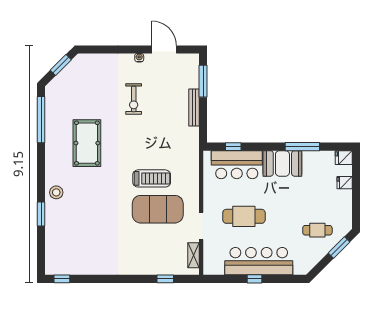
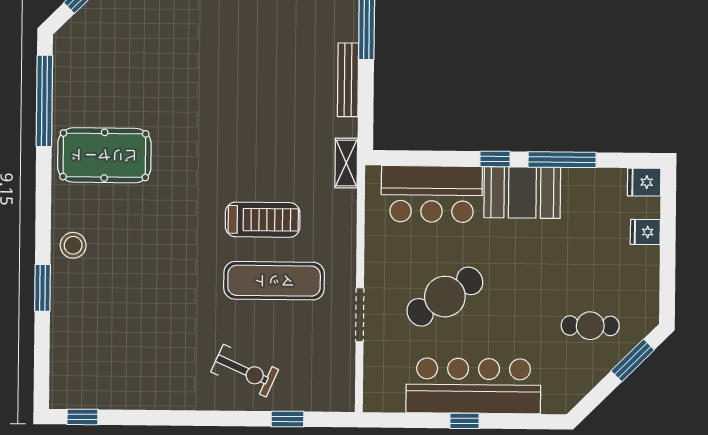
exercise bike: (134, 99) -> (245, 371), moved, turned -66
pool table: (87, 143) -> (104, 155), moved, turned 90
window: (233, 147) -> (495, 159), moved
exercise mat: (158, 209) -> (274, 281), width x0.68
cafe table: (244, 216) -> (445, 297), turned -33
shelving: (194, 255) -> (346, 163), moved

